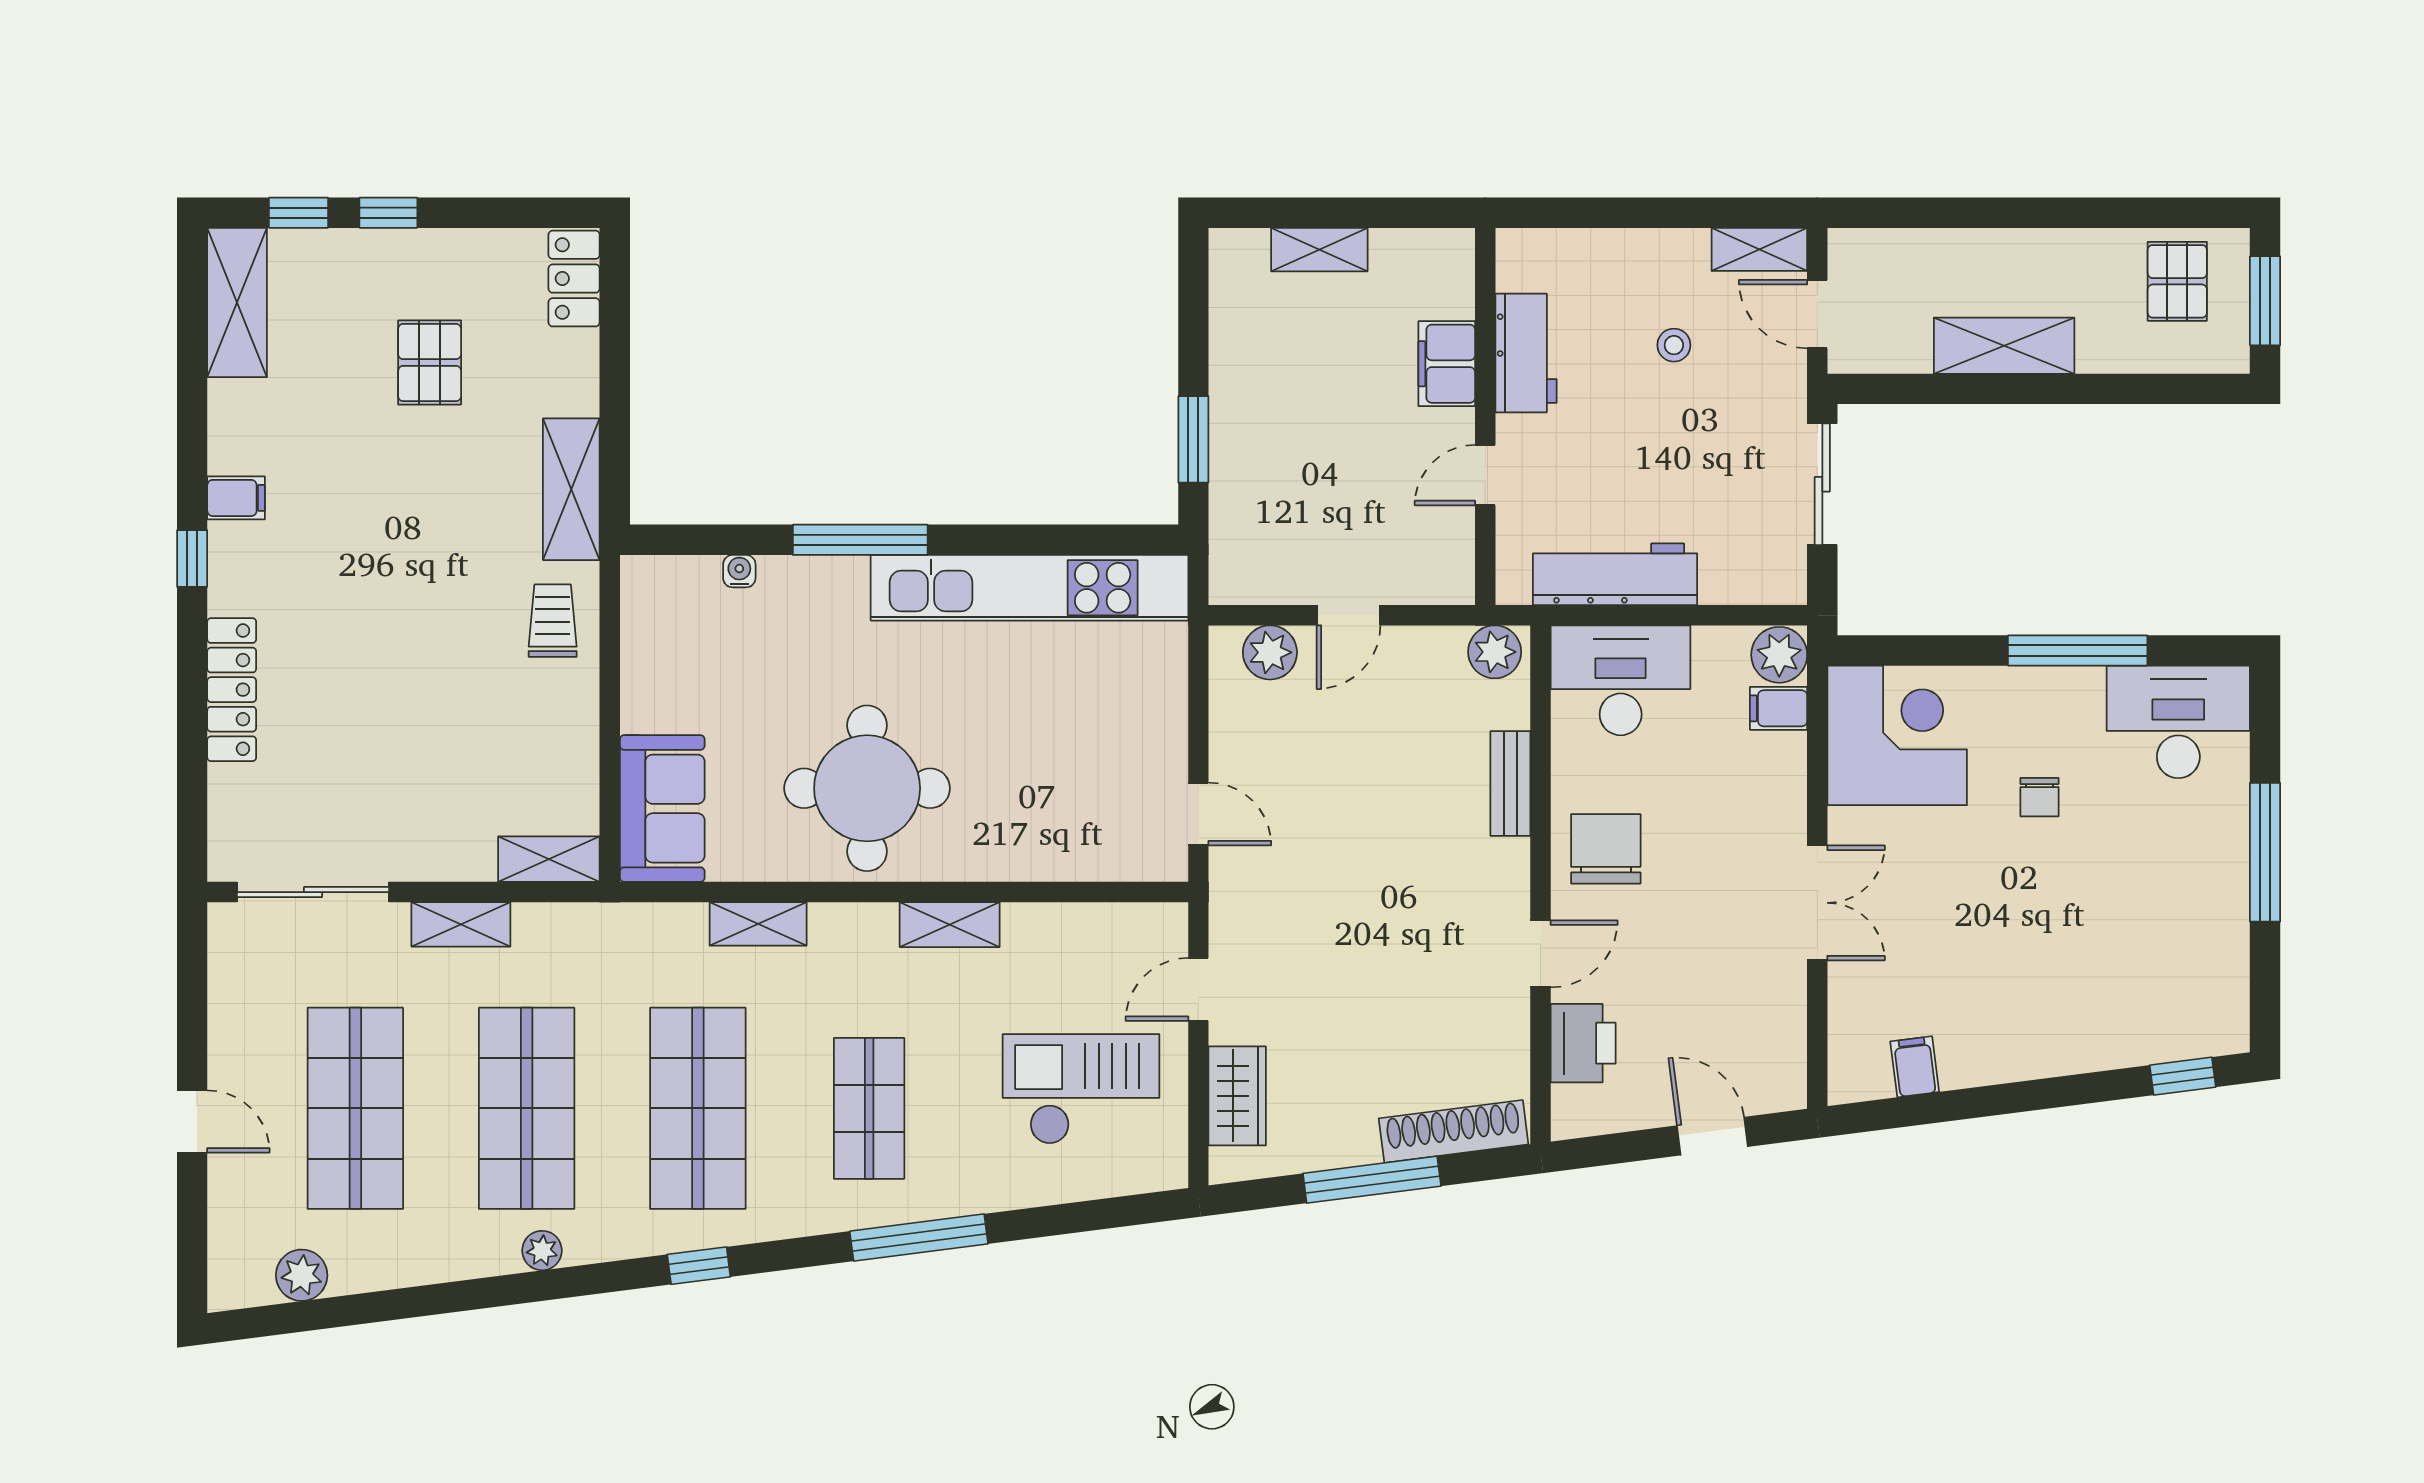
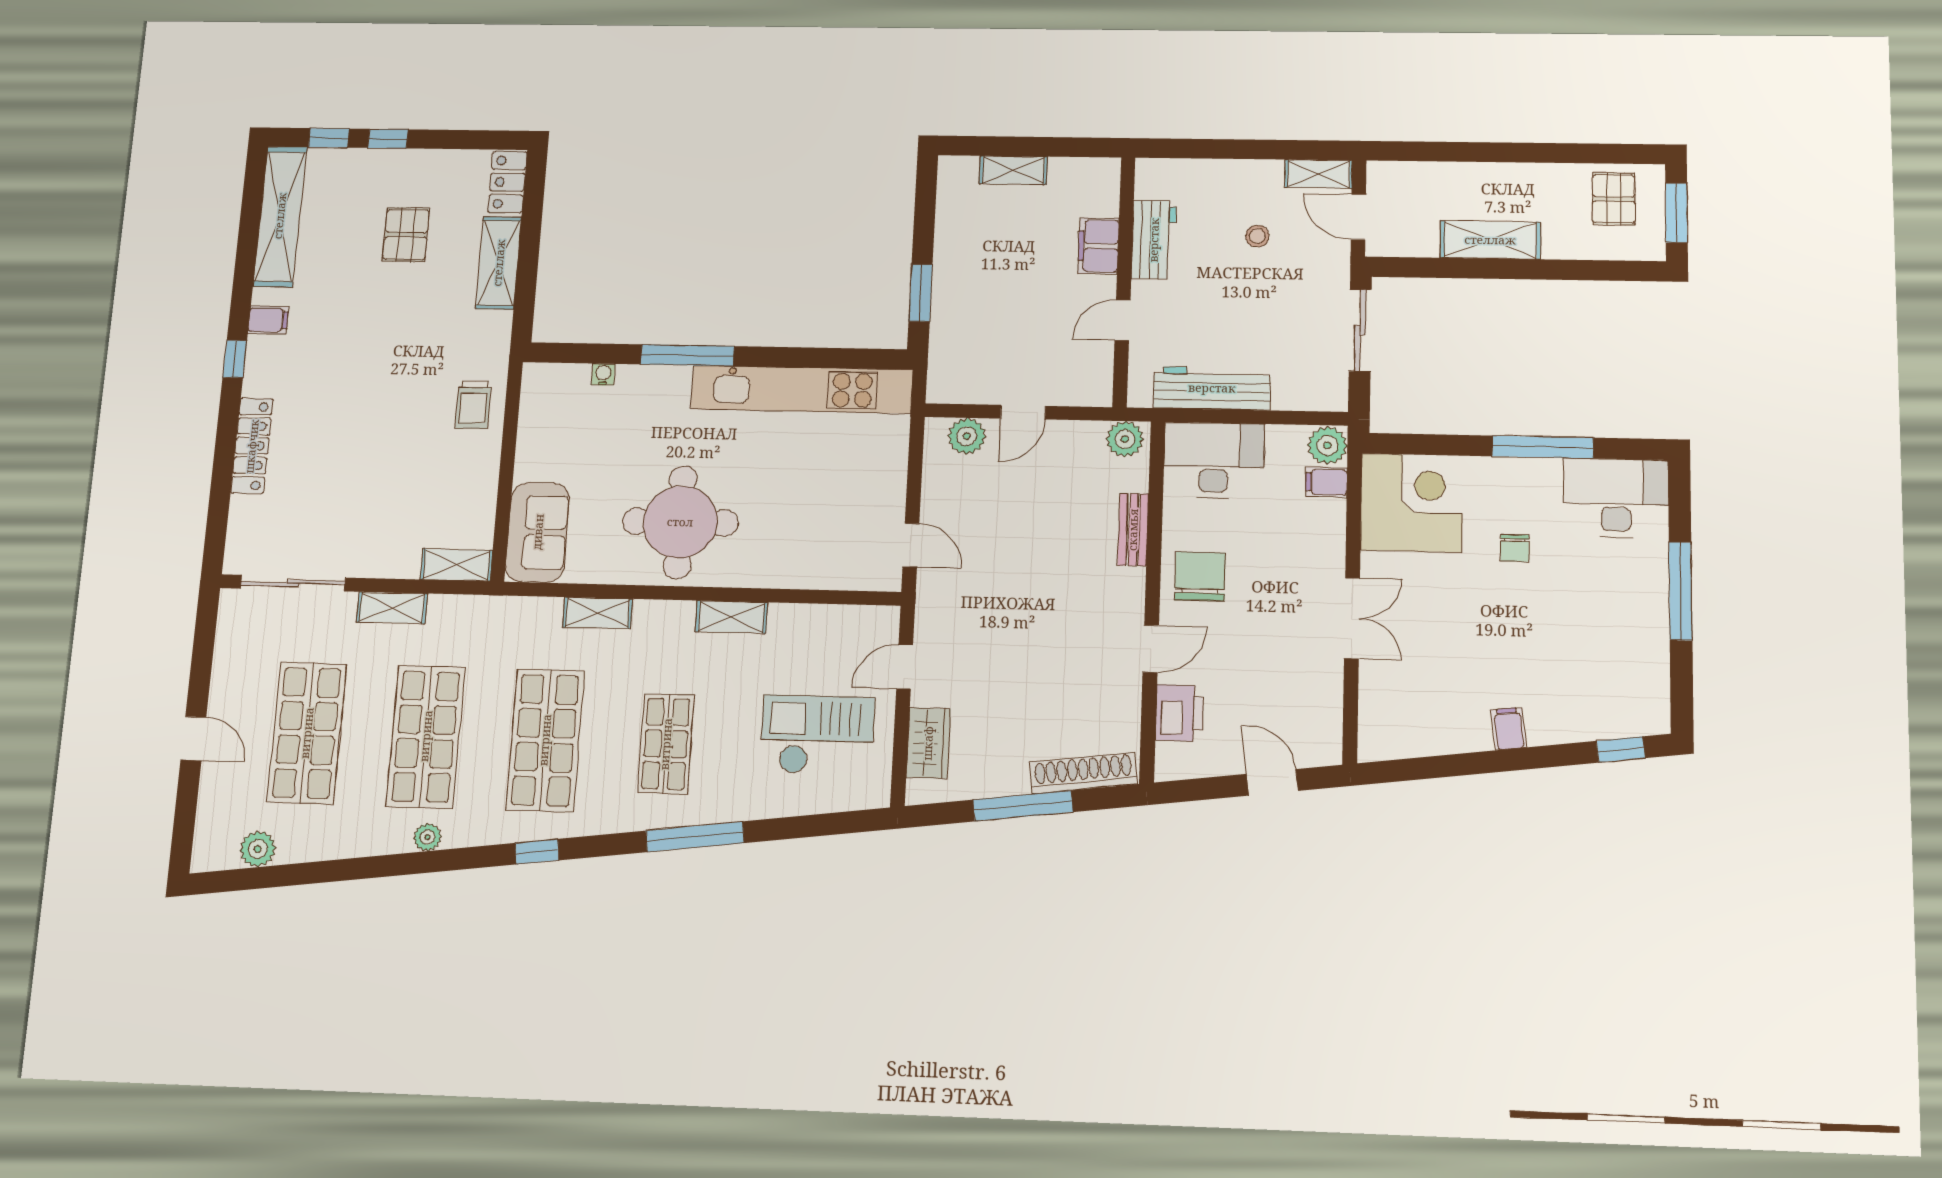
shelving: (237, 303) -> (280, 216), width x1.47
shelving: (571, 489) -> (499, 263), moved
trolley: (553, 621) -> (473, 405), turned 180
filing cabinet: (1915, 1067) -> (1509, 729), moved

